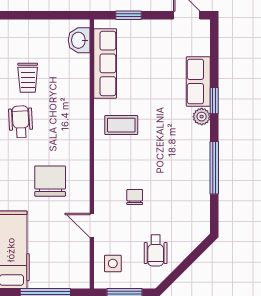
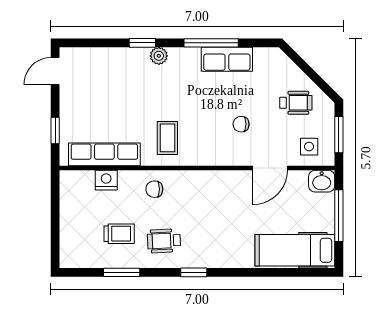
washbasin: (79, 40) -> (322, 181), moved
nightstand: (80, 65) -> (106, 180), added
row of seats: (198, 82) -> (227, 59), moved
chair: (50, 181) -> (154, 189), moved, width x0.54, depth x0.54
door: (92, 225) -> (270, 168), width x1.38

